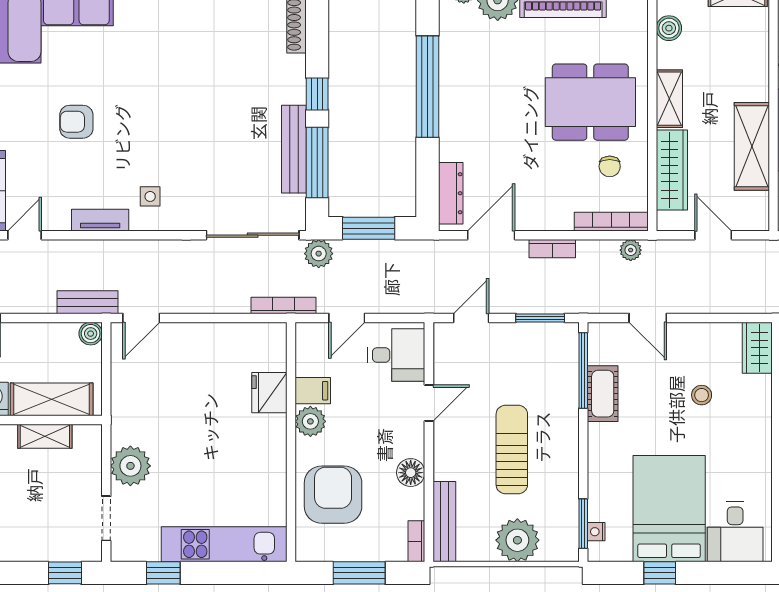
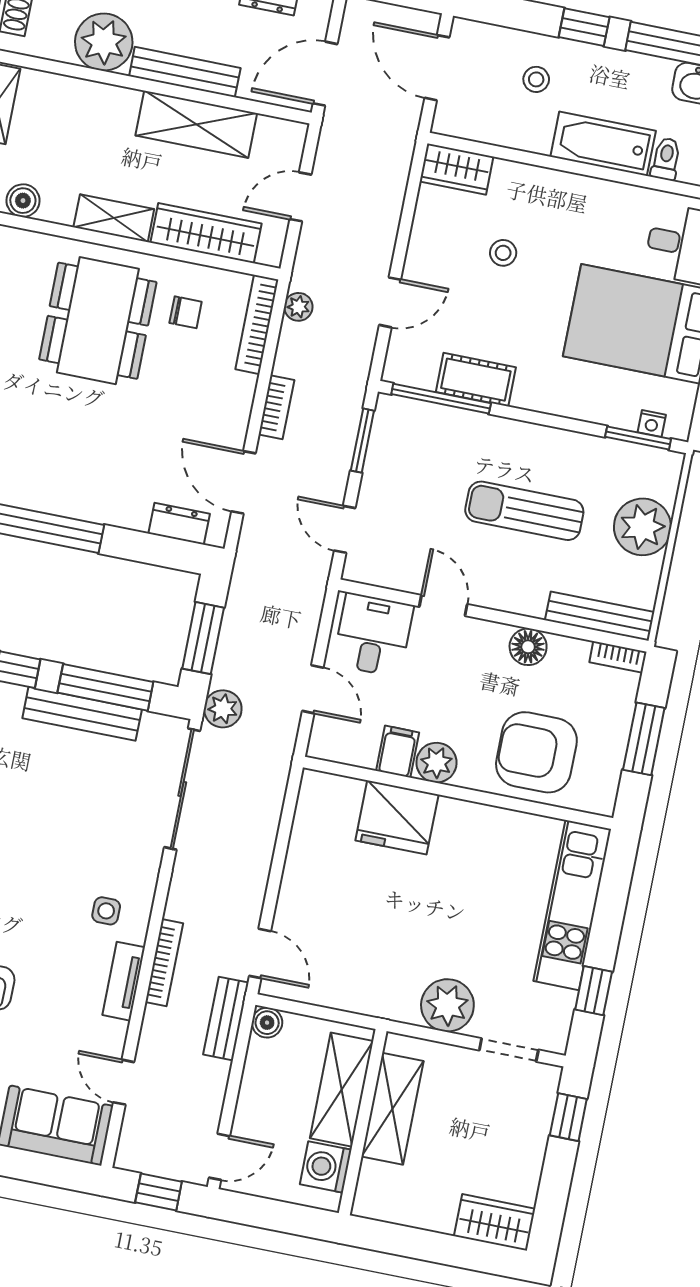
dresser: (451, 193) -> (179, 524), width x0.70
bookcase: (283, 305) -> (164, 963), moved, turned 180
fridge: (269, 393) -> (397, 817), width x1.36, depth x1.34
shelving: (45, 436) -> (392, 1109), width x1.50, depth x1.33

